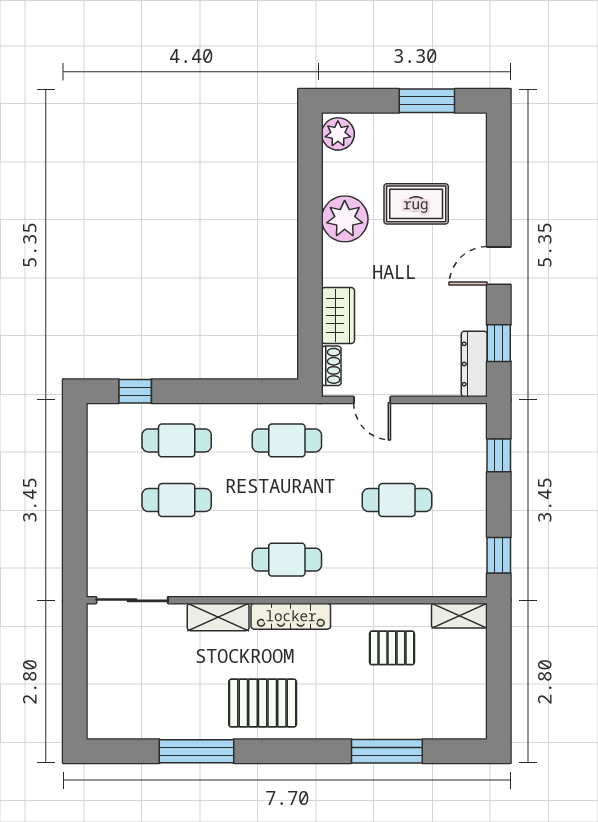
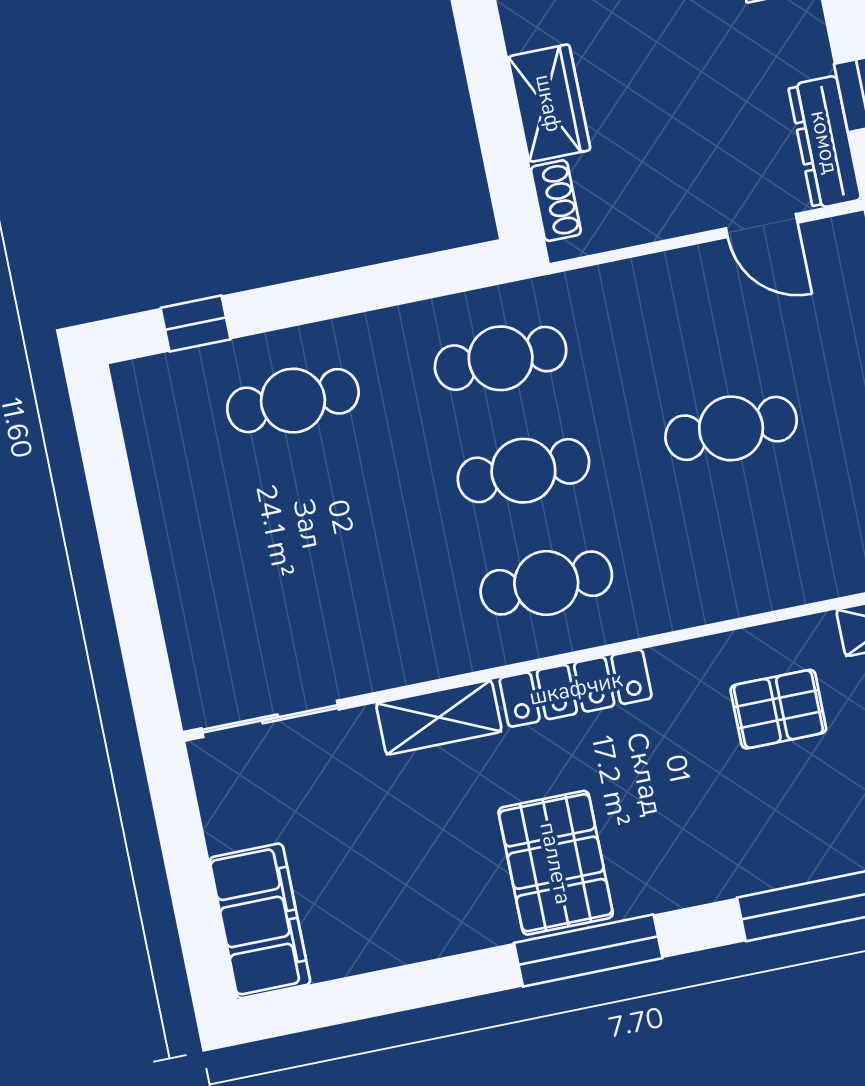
door: (372, 400) -> (762, 226), moved
cafe table: (177, 500) -> (523, 471), moved
filing cabinet: (106, 702) -> (260, 921), added
pallet: (263, 703) -> (556, 863), turned 90
window: (197, 751) -> (588, 951), moved

